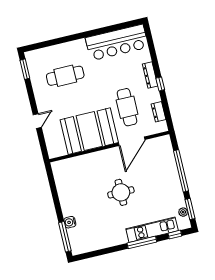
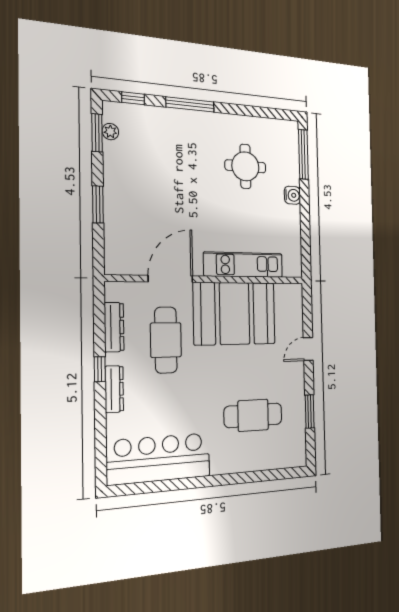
window: (25, 69) -> (310, 411), moved
dresser: (159, 112) -> (114, 327), width x1.44
window: (181, 171) -> (98, 204), width x0.47
round table: (121, 192) -> (245, 166), moved
water cooler: (70, 222) -> (292, 195), moved
kitchen unit: (152, 230) -> (244, 265), moved, turned 180

